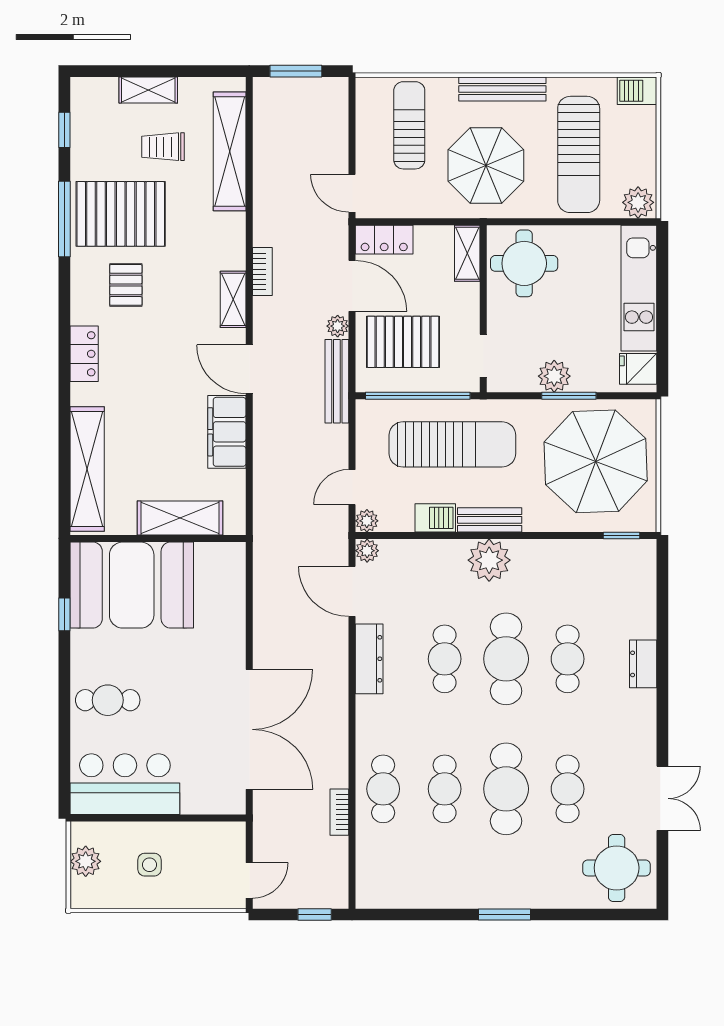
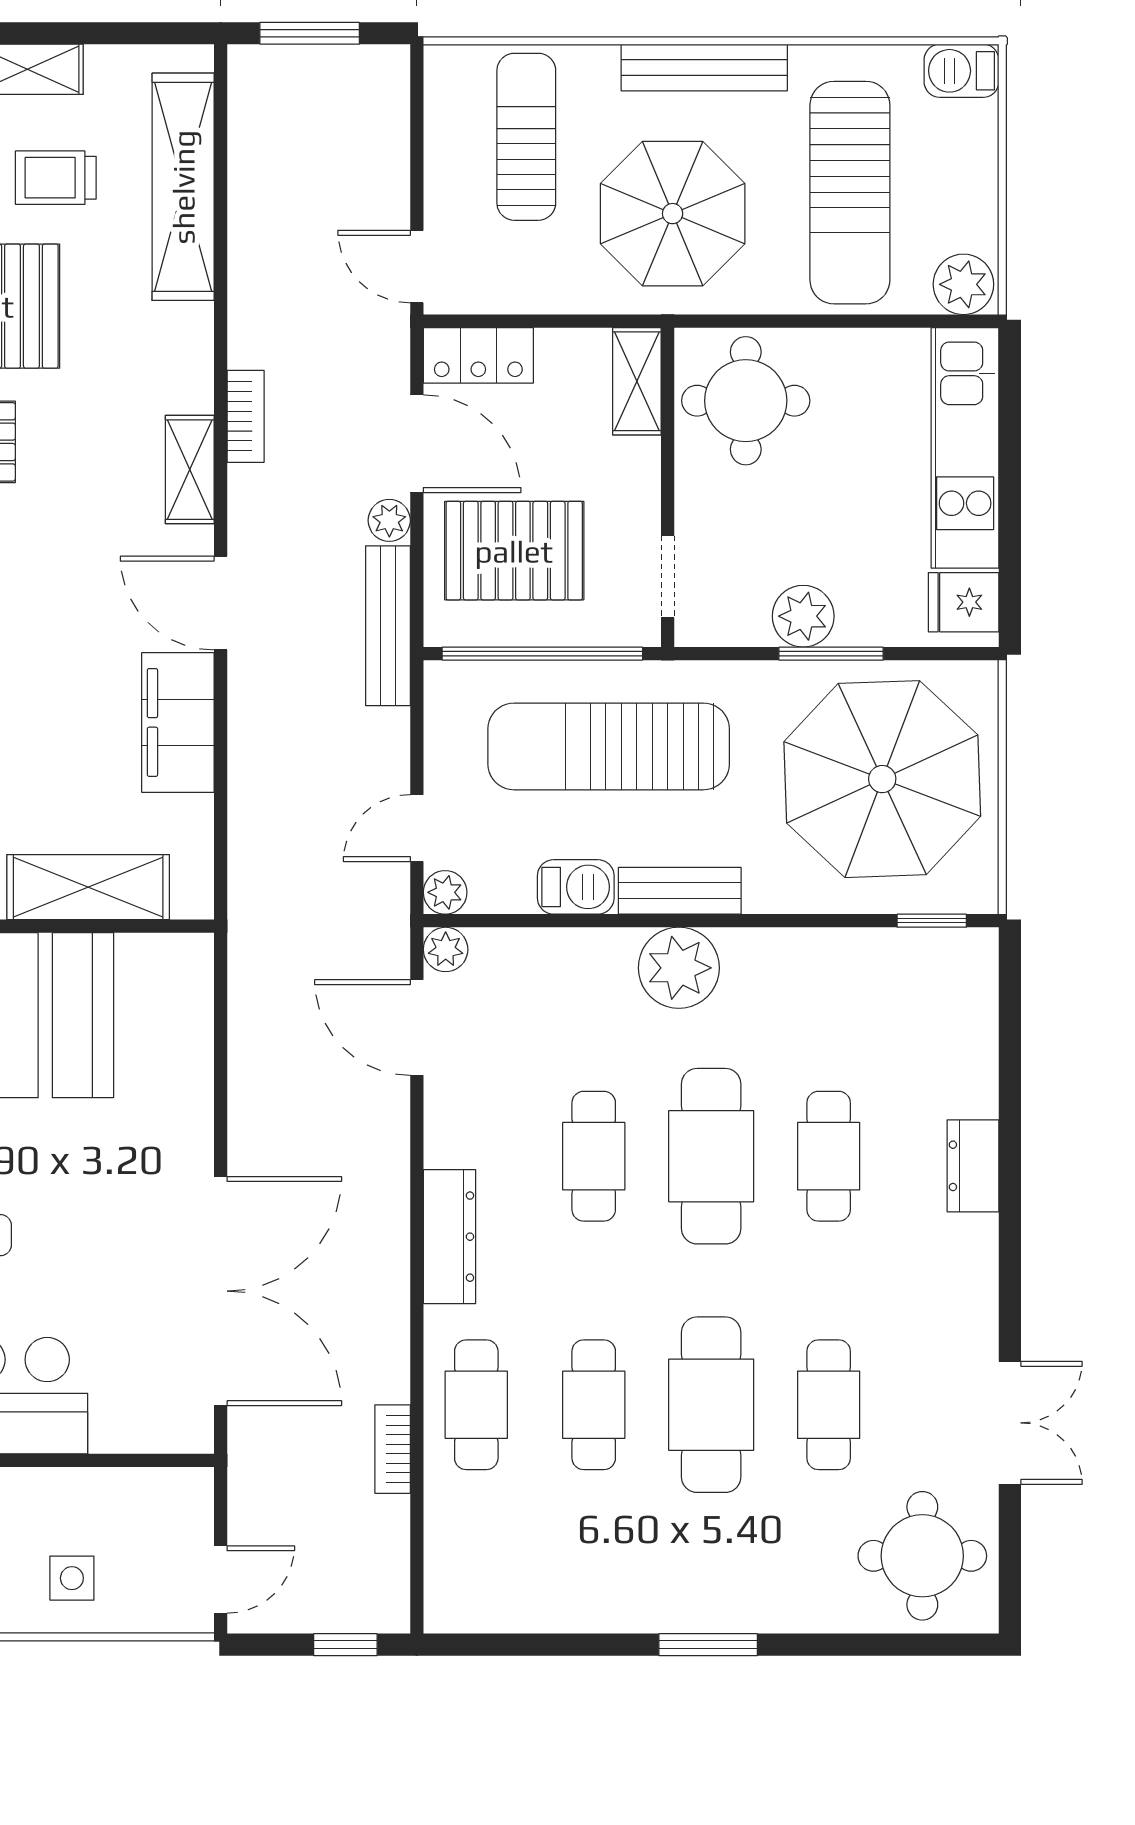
sun lounger: (452, 444) -> (609, 746), turned 180
dresser: (369, 659) -> (450, 1237), moved
side table: (149, 865) -> (72, 1578), moved

